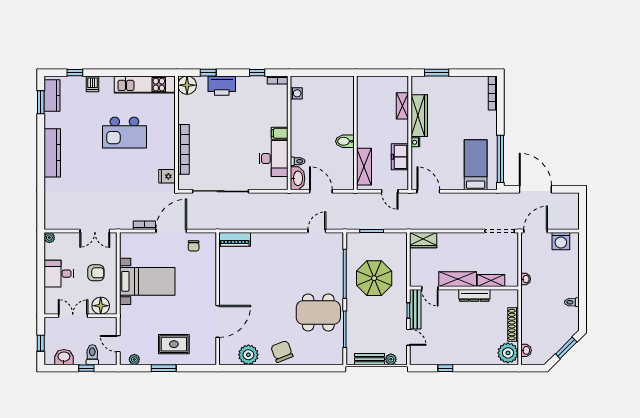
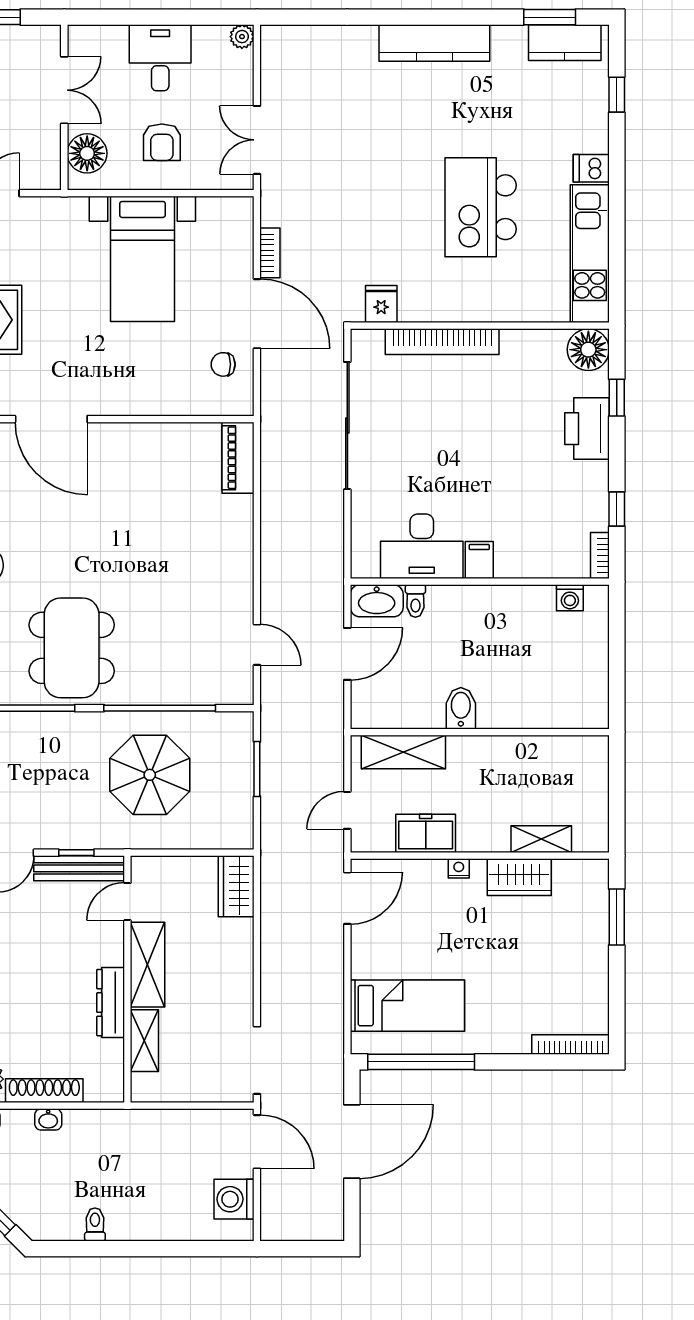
dishwasher: (93, 84) -> (591, 168), moved
wardrobe: (419, 116) -> (519, 877), width x0.67
washbasin: (526, 279) -> (48, 1119), moved

